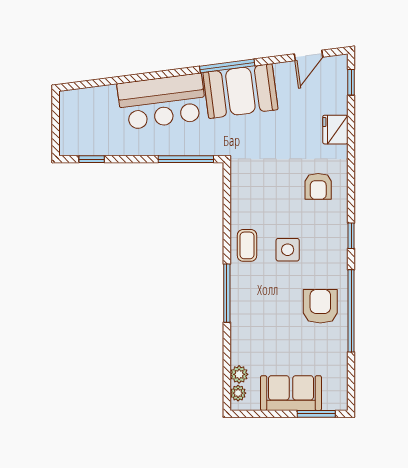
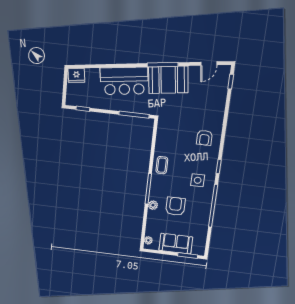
fridge: (335, 130) -> (76, 76), moved, turned -97
side table: (288, 250) -> (198, 180), moved
armchair: (320, 306) -> (175, 206), moved
plant: (239, 374) -> (153, 205), moved

